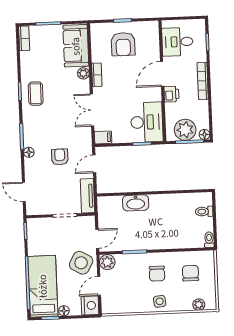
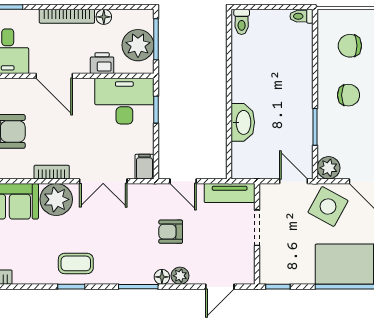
plant: (83, 73) -> (56, 199), width x1.88, depth x1.88
printer: (171, 94) -> (102, 63), moved
floor lamp: (204, 135) -> (104, 17), moved
plant: (30, 164) -> (180, 276), added
toilet: (204, 211) -> (242, 22), moved

